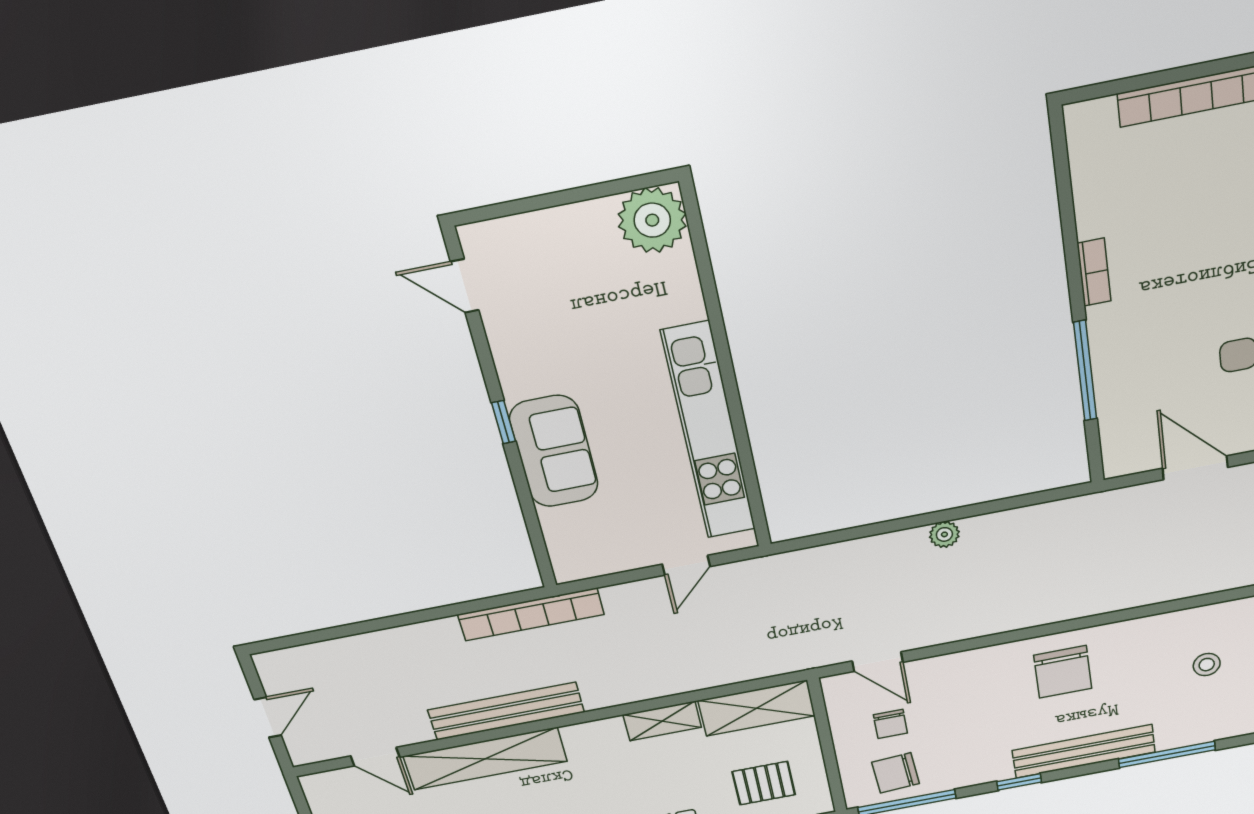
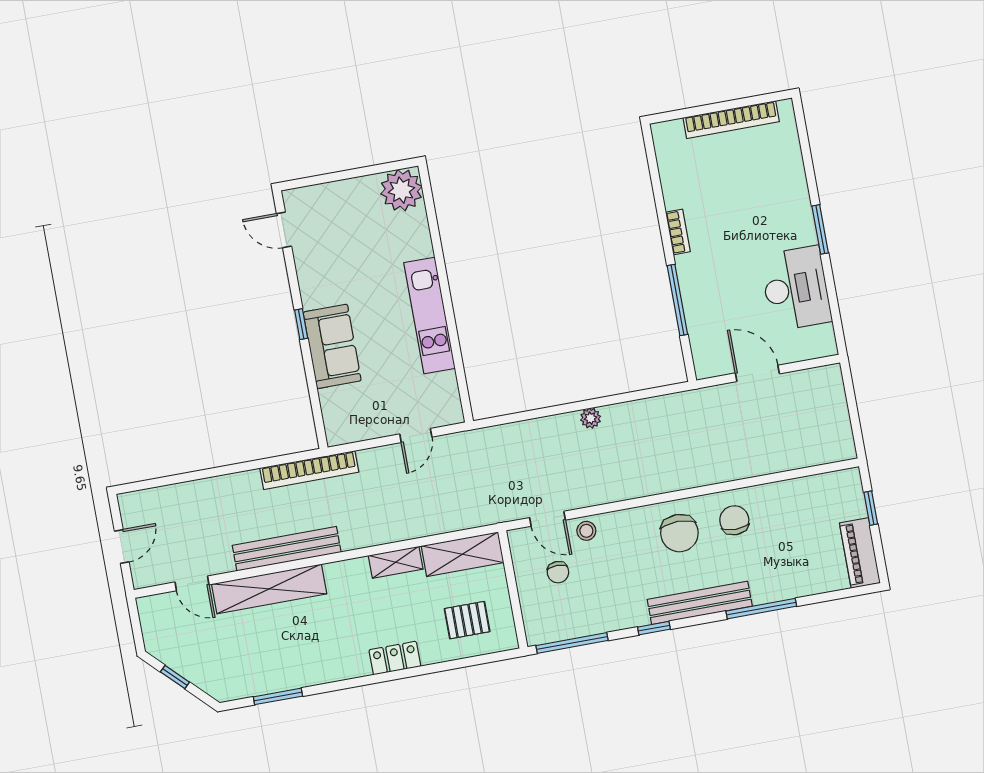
kitchen unit: (709, 432) -> (429, 316), width x0.73
stool: (1207, 665) -> (586, 531), moved
chair: (896, 773) -> (734, 520), moved, turned 94

